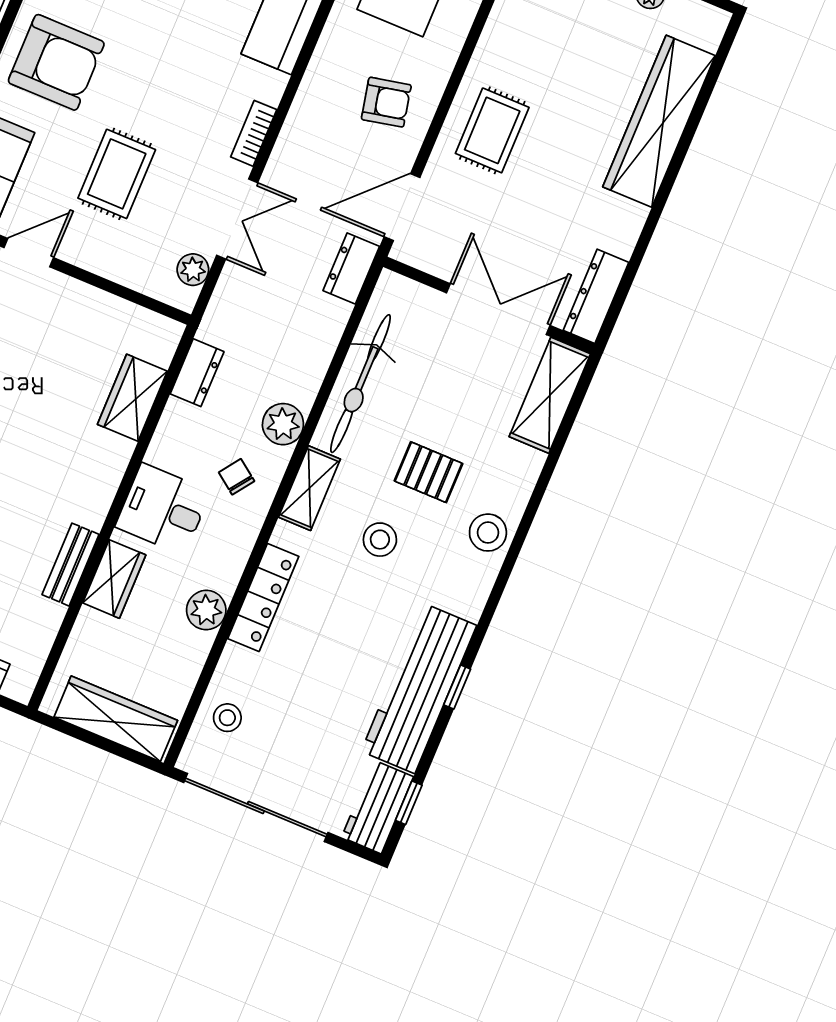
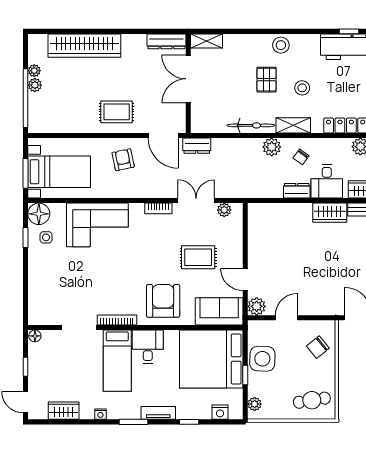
dresser: (197, 373) -> (297, 191), moved
bicycle: (361, 384) -> (251, 125), width x0.73, depth x0.71
shelving: (550, 395) -> (207, 41), width x0.67, depth x0.75
wardrobe: (132, 398) -> (330, 213), moved

